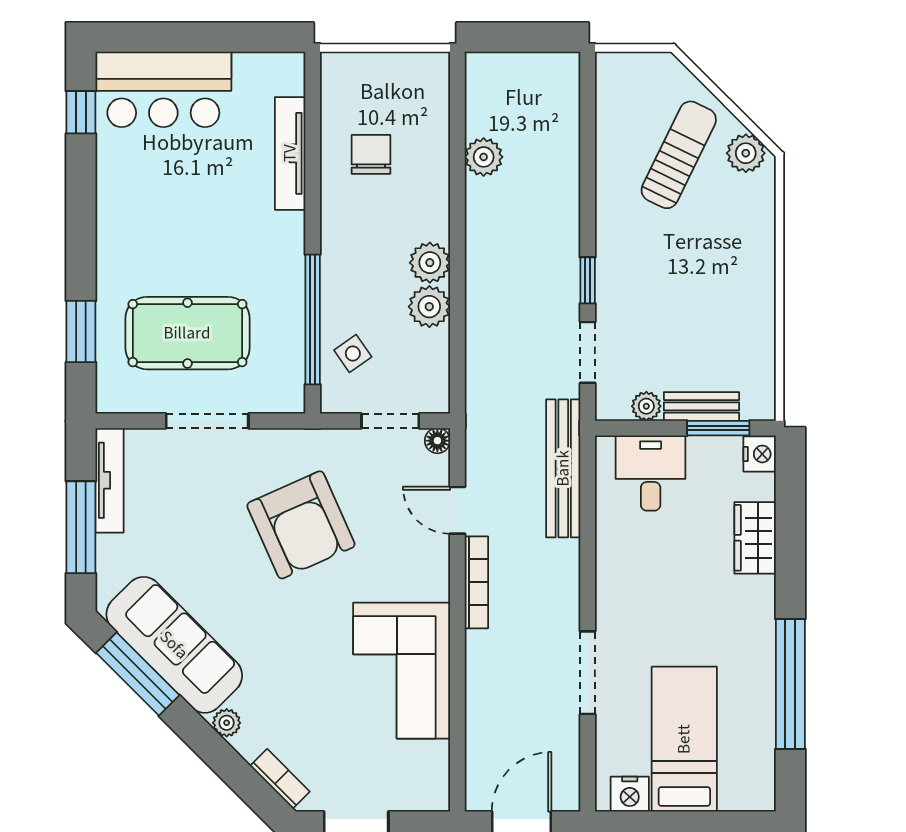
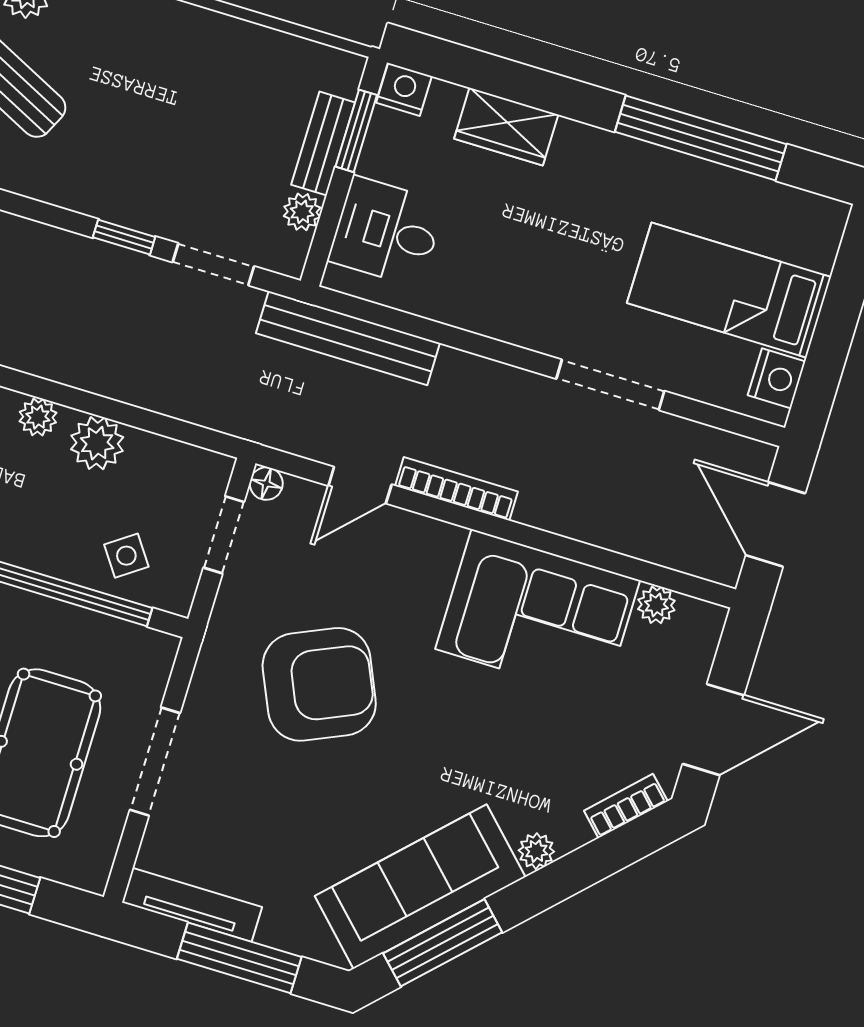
plant: (430, 263) -> (38, 417), width x0.73, depth x0.73
plant: (435, 756) -> (656, 605), added

